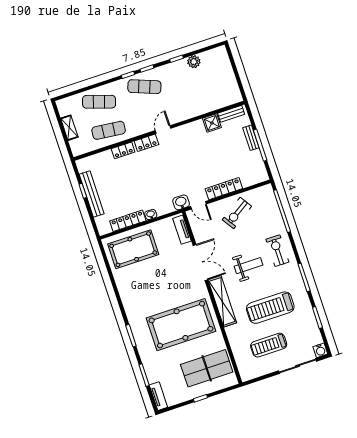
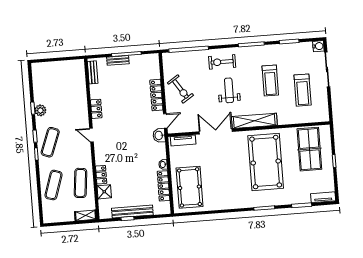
plant: (194, 62) -> (40, 110), moved
shower: (212, 123) -> (104, 192), moved
shelving: (69, 128) -> (85, 215), moved
locker: (146, 143) -> (96, 109), moved
treadmill: (270, 308) -> (270, 80), width x0.73, depth x0.73

